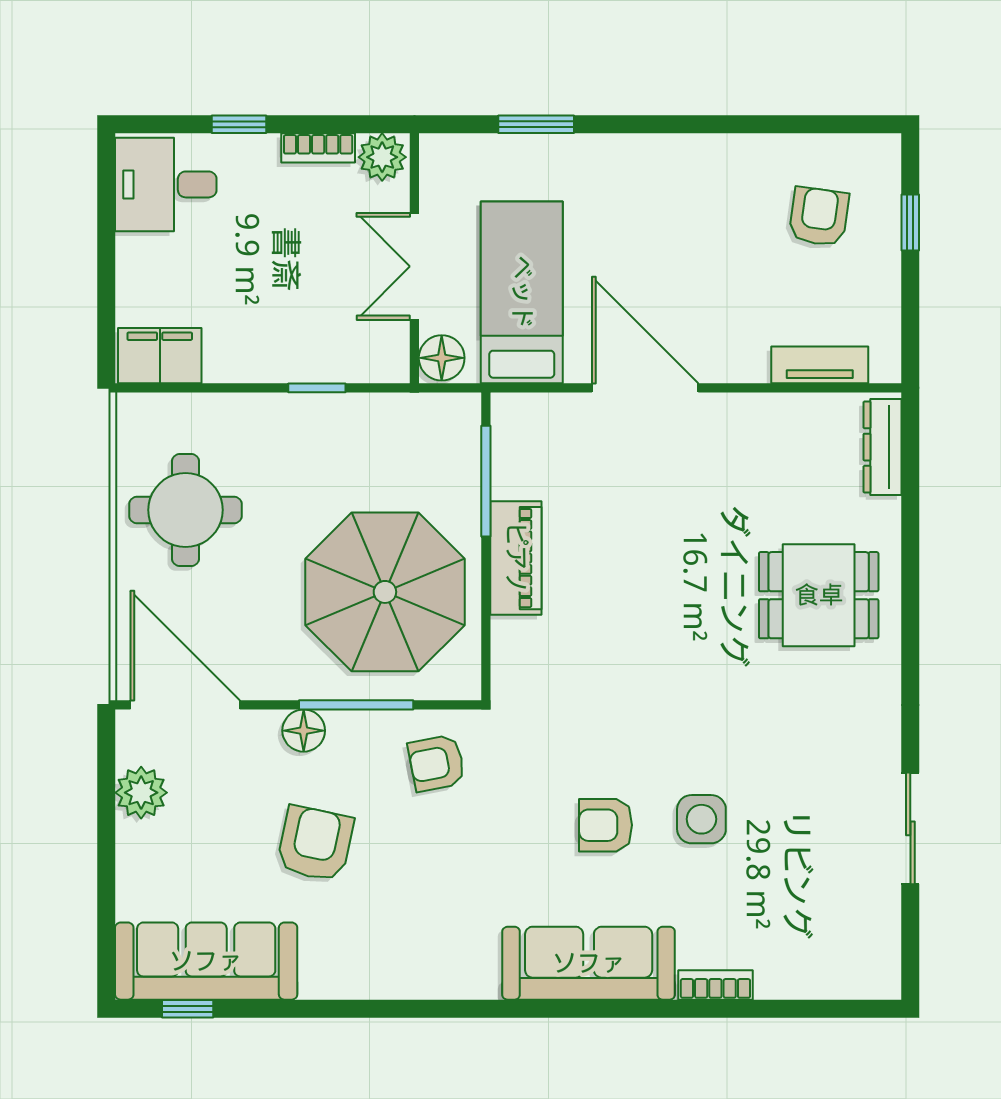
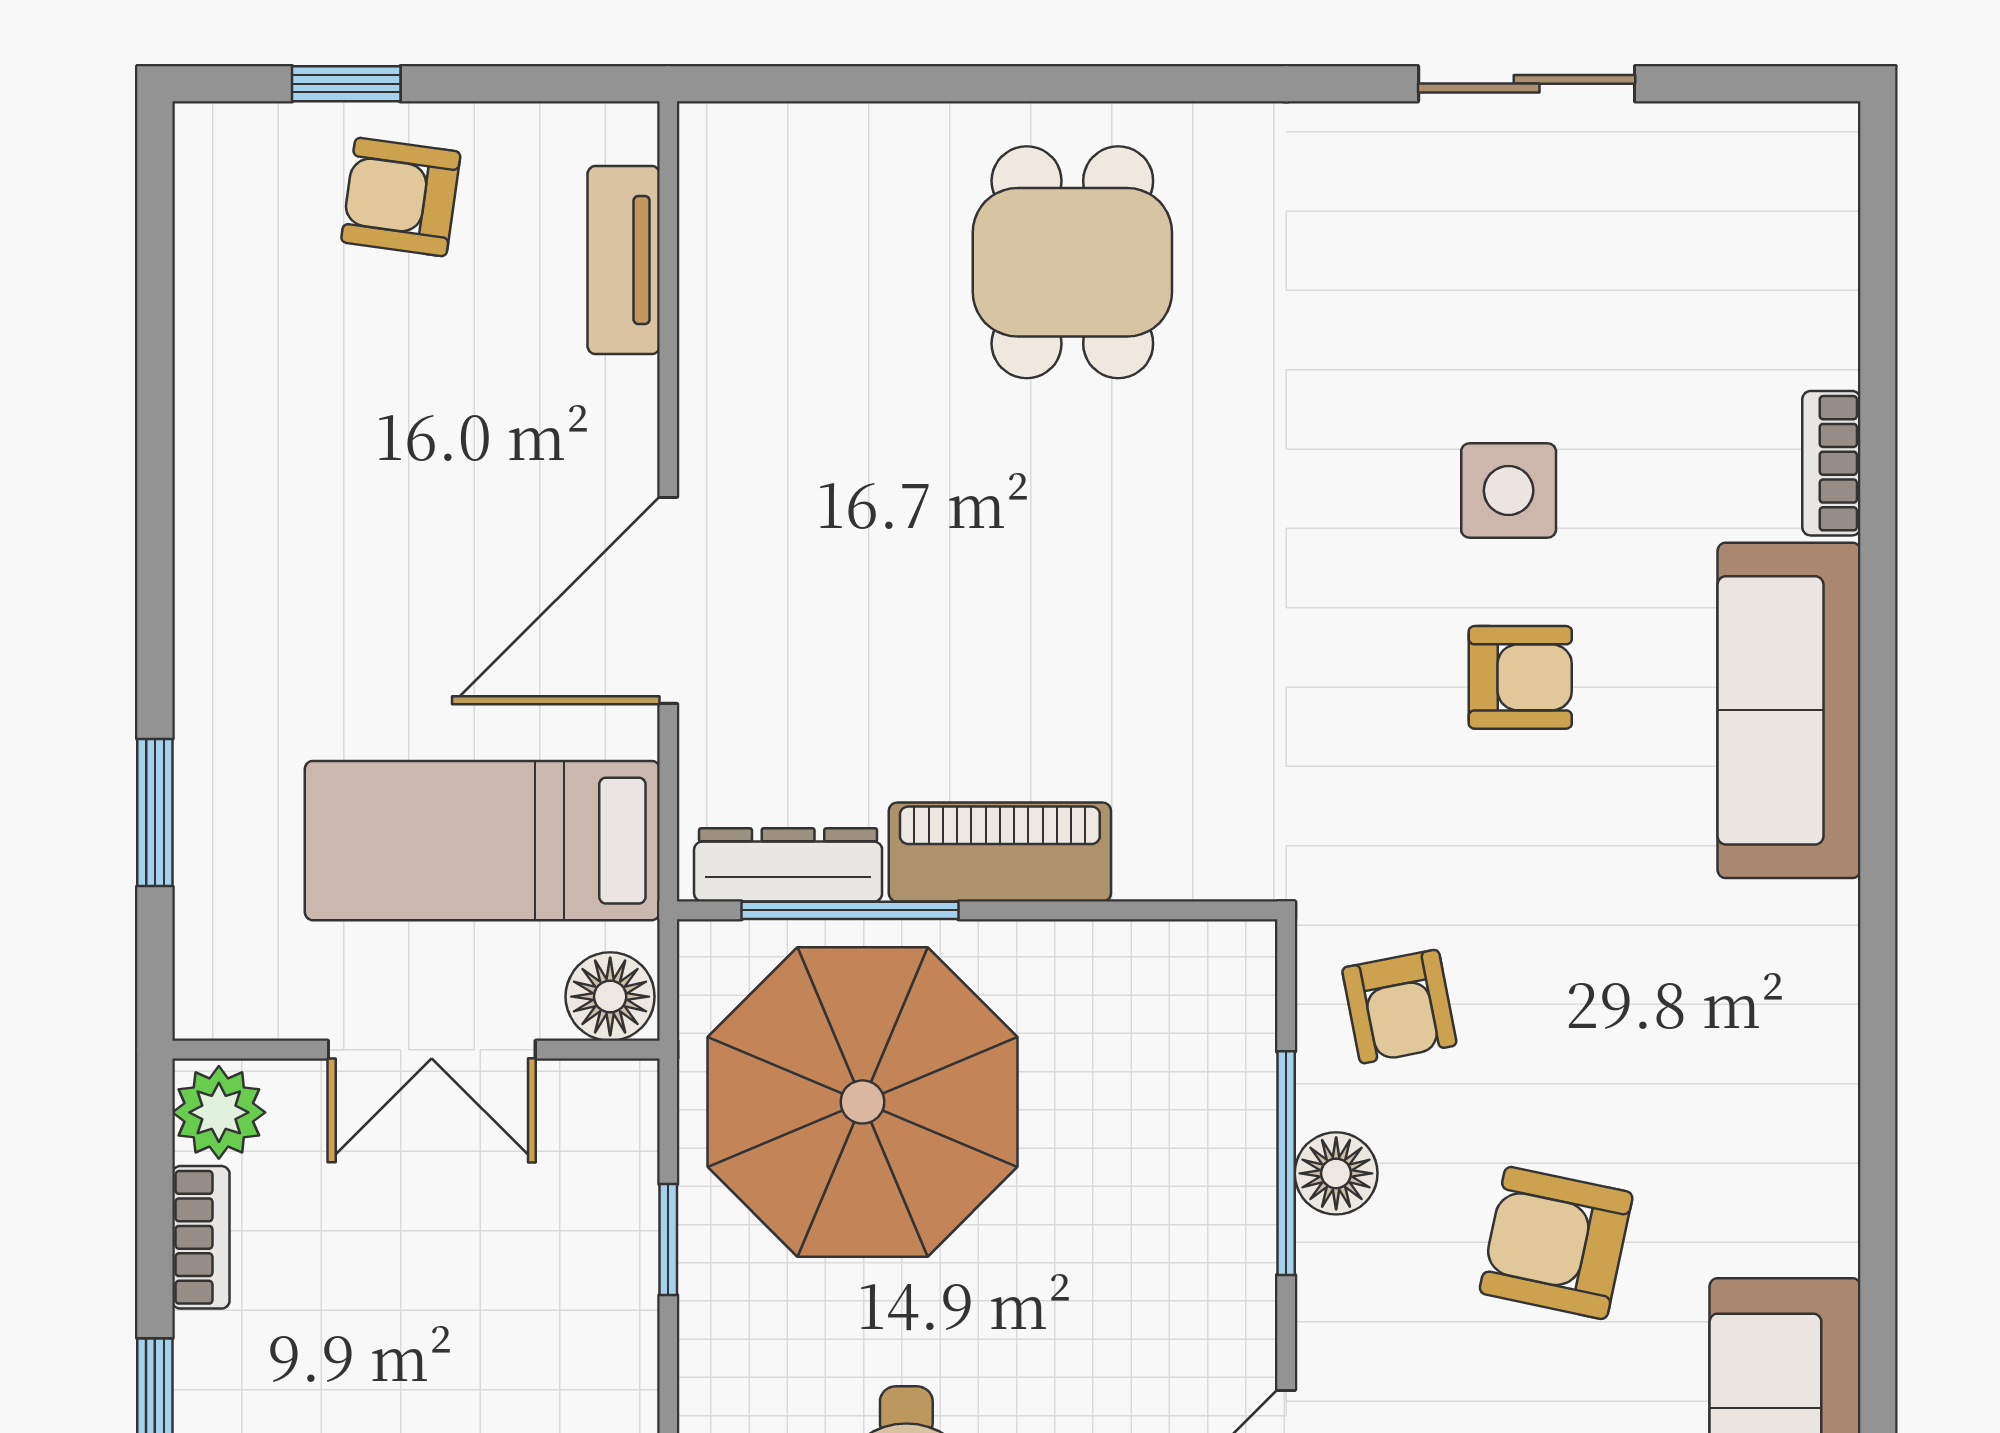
armchair: (819, 217) -> (401, 197), moved
dresser: (882, 447) -> (788, 865), moved, turned 180
parasol: (385, 592) -> (862, 1102), moved
floor lamp: (304, 731) -> (1336, 1173), moved
armchair: (606, 825) -> (1520, 677), turned -90

